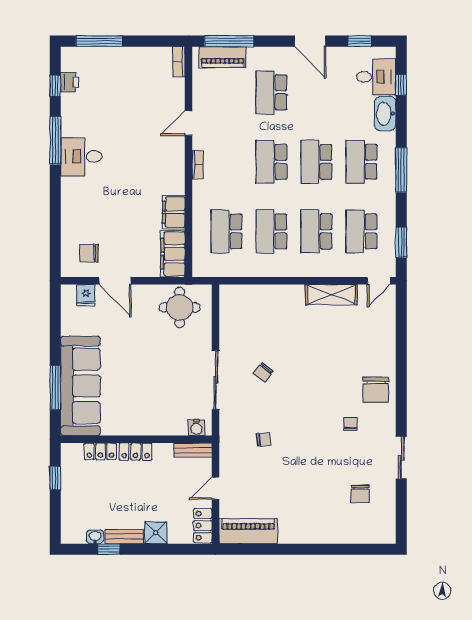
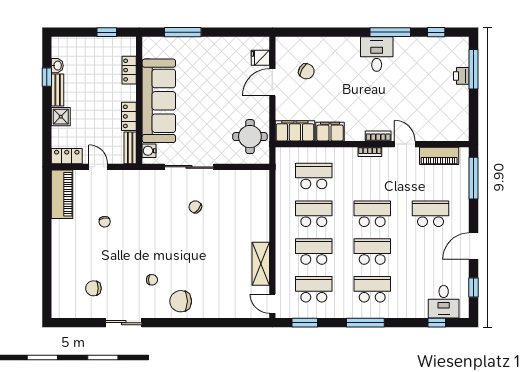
piano: (223, 57) -> (439, 156), moved, turned -90
bookcase: (179, 62) -> (378, 136), moved
printer: (70, 82) -> (461, 76), moved, turned 90
washbasin: (385, 114) -> (413, 309), removed
chair: (89, 253) -> (306, 71), moved, turned 121
sofa: (80, 386) -> (159, 101), moved, turned -90
chair: (264, 439) -> (105, 222), moved
locker: (136, 452) -> (129, 116), moved

